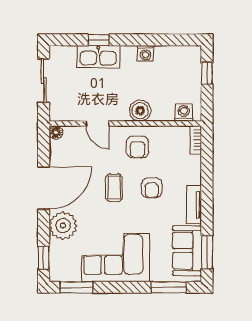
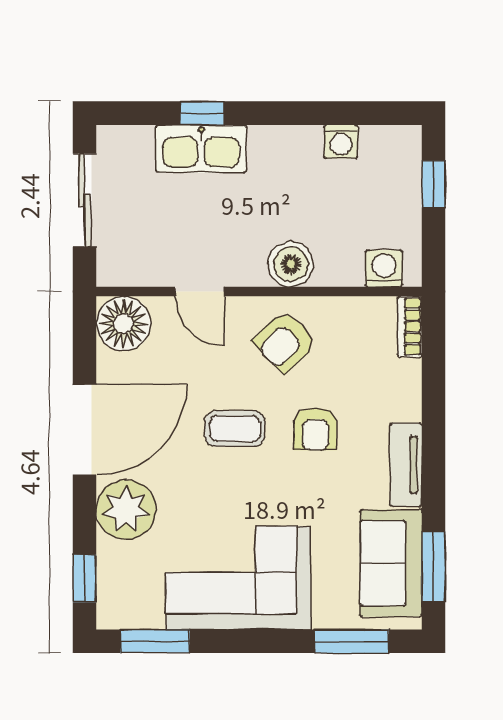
washing machine: (145, 53) -> (341, 142), moved
floor lamp: (56, 132) -> (124, 324), width x1.89, depth x1.89
armchair: (137, 147) -> (285, 342), turned 46
coffee table: (114, 188) -> (235, 429), turned 90

